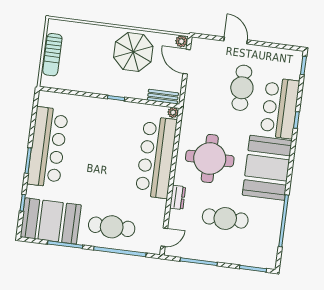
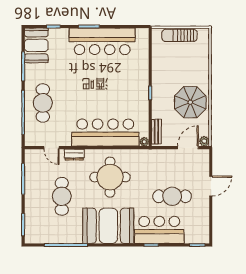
booth: (51, 221) -> (36, 45), width x0.73, depth x0.70
door: (164, 237) -> (51, 148), moved

